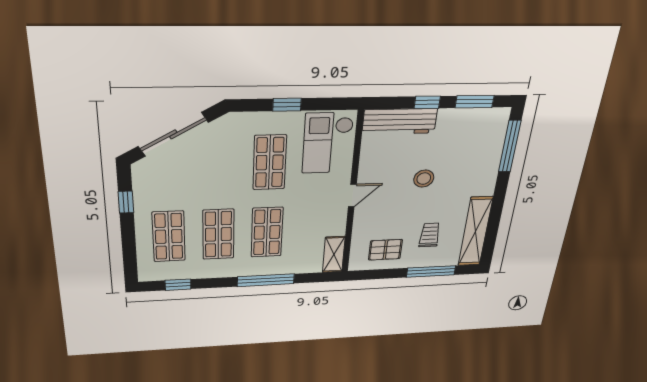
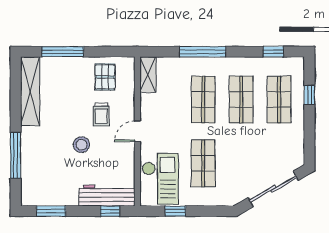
window: (427, 102) -> (110, 211), moved
window: (287, 105) -> (175, 211), moved
window: (510, 146) -> (16, 155), moved
window: (126, 202) -> (309, 95), moved
trolley: (430, 235) -> (101, 115), moved
pallet: (385, 250) -> (105, 77), turned 90

